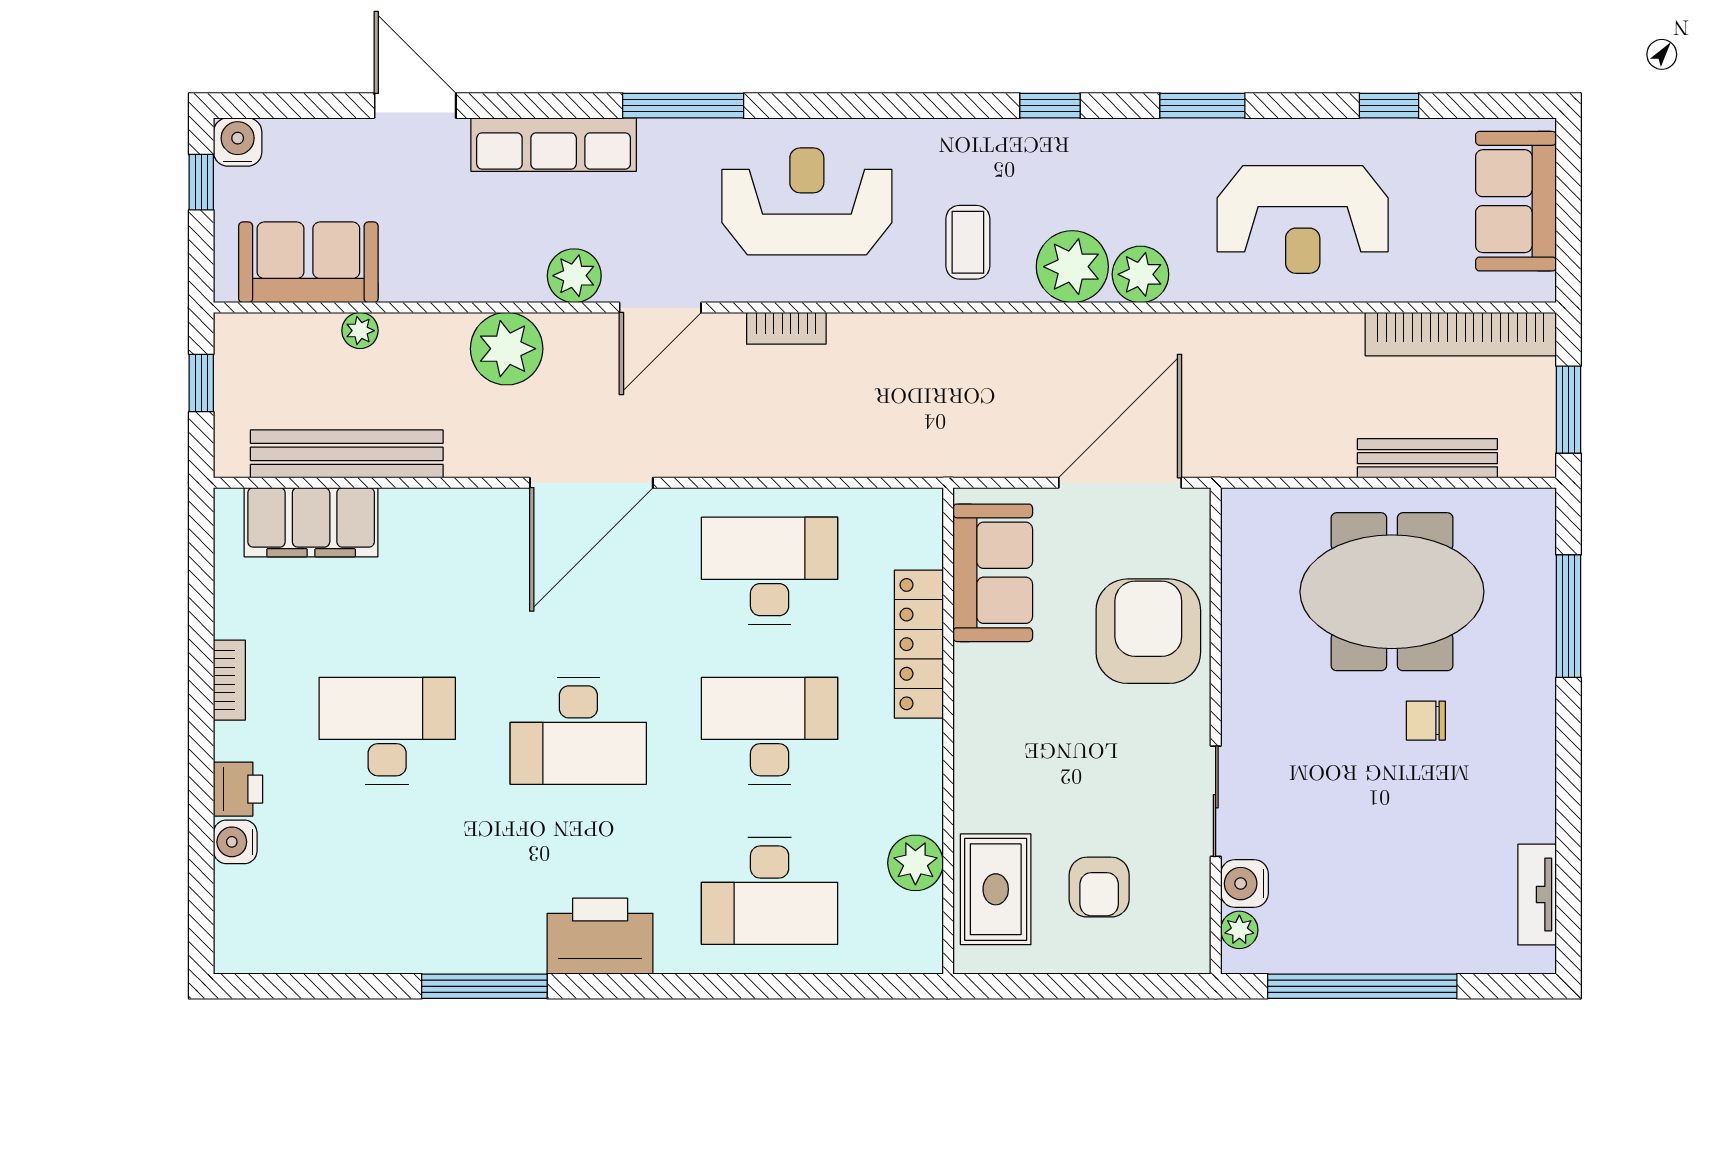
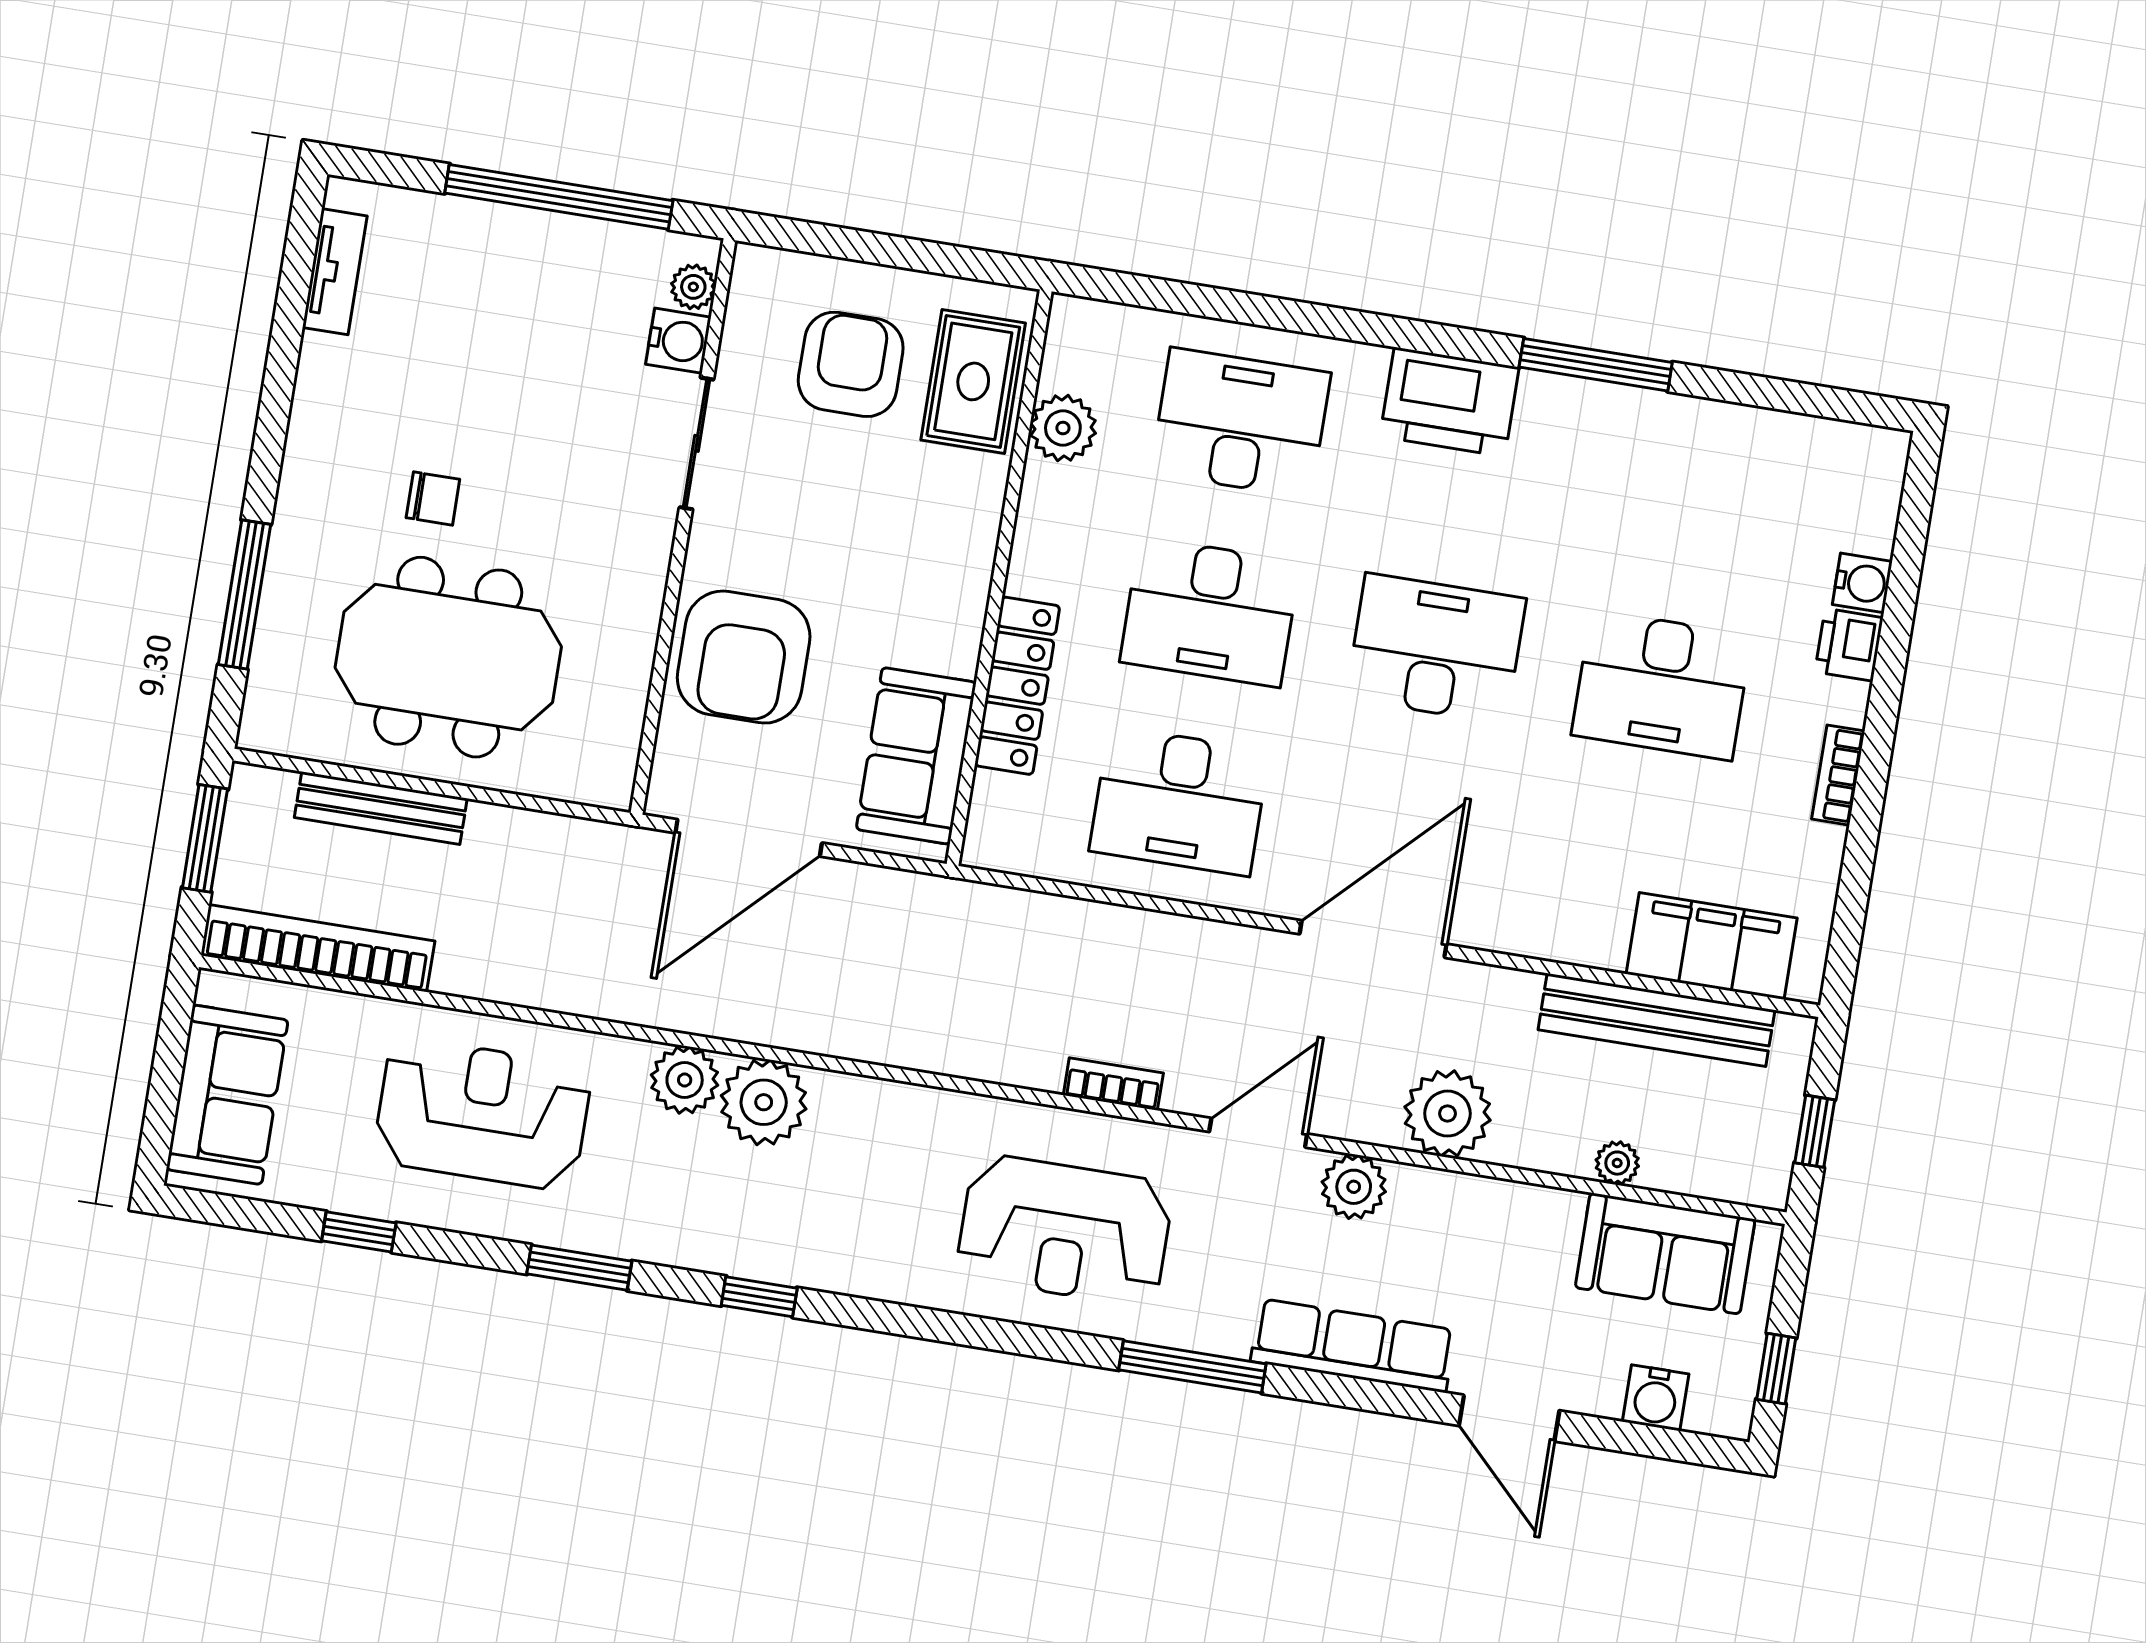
water cooler: (238, 142) -> (1656, 1398), moved
coffee table: (968, 242) -> (882, 1151), removed
armchair: (1099, 887) -> (851, 364), width x1.38, depth x1.38

